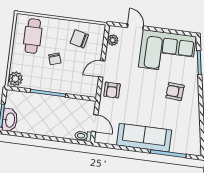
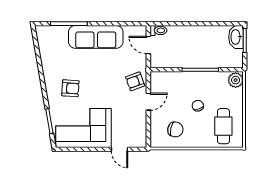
plant: (113, 40) -> (141, 133), removed
armchair: (112, 90) -> (135, 81), turned -110

